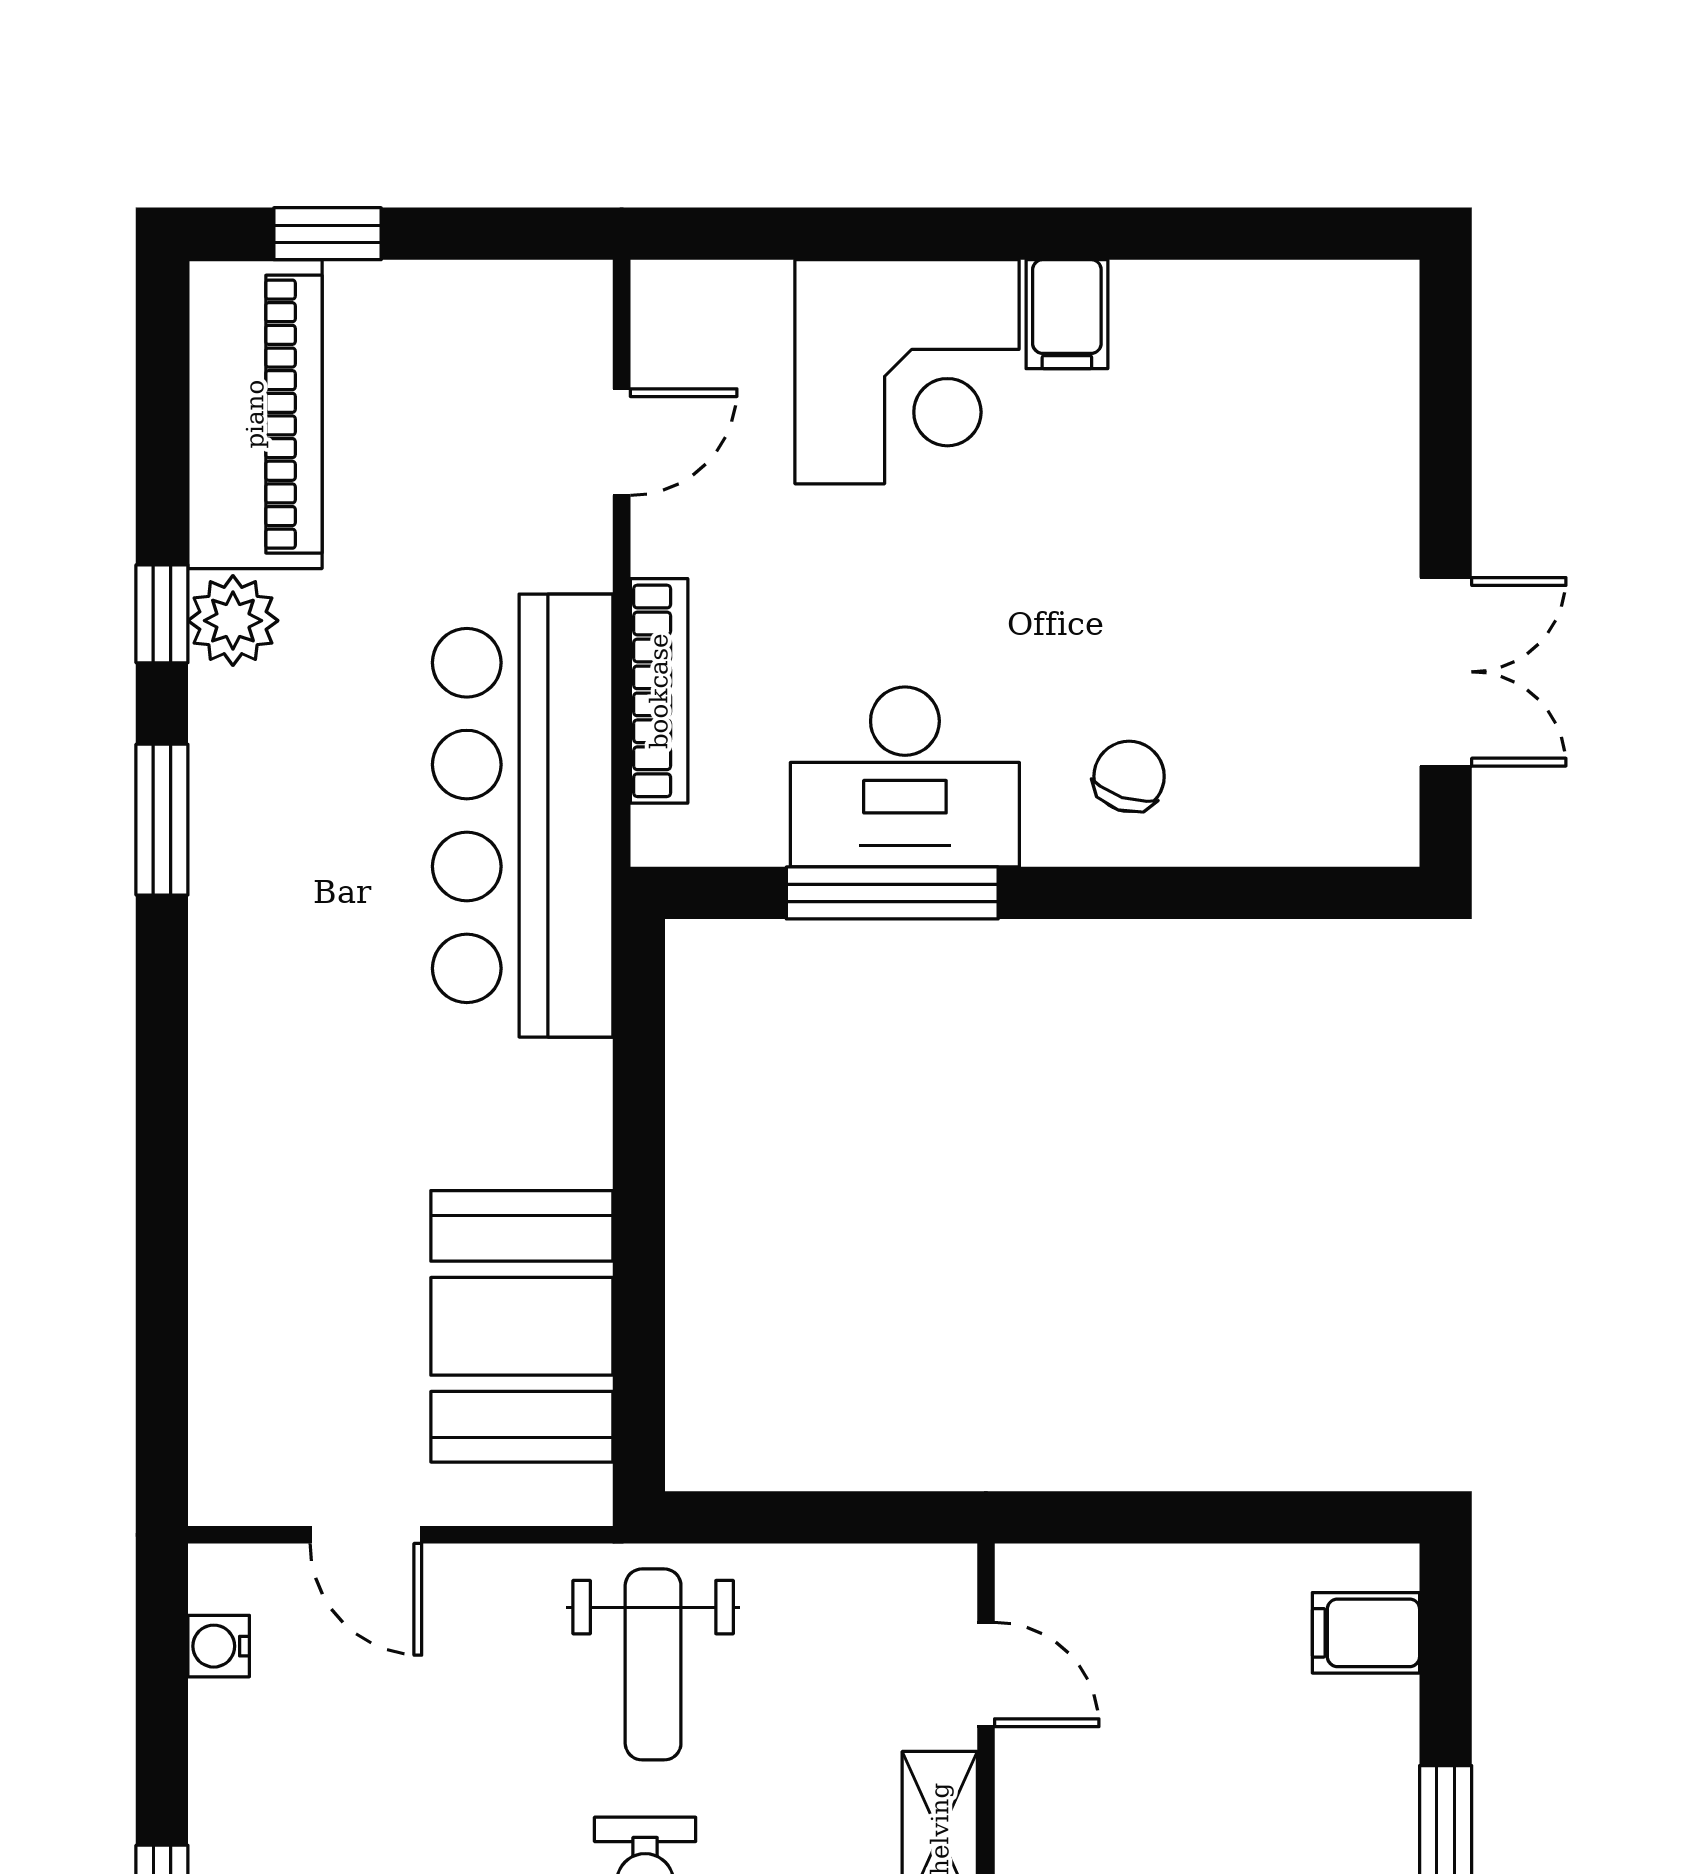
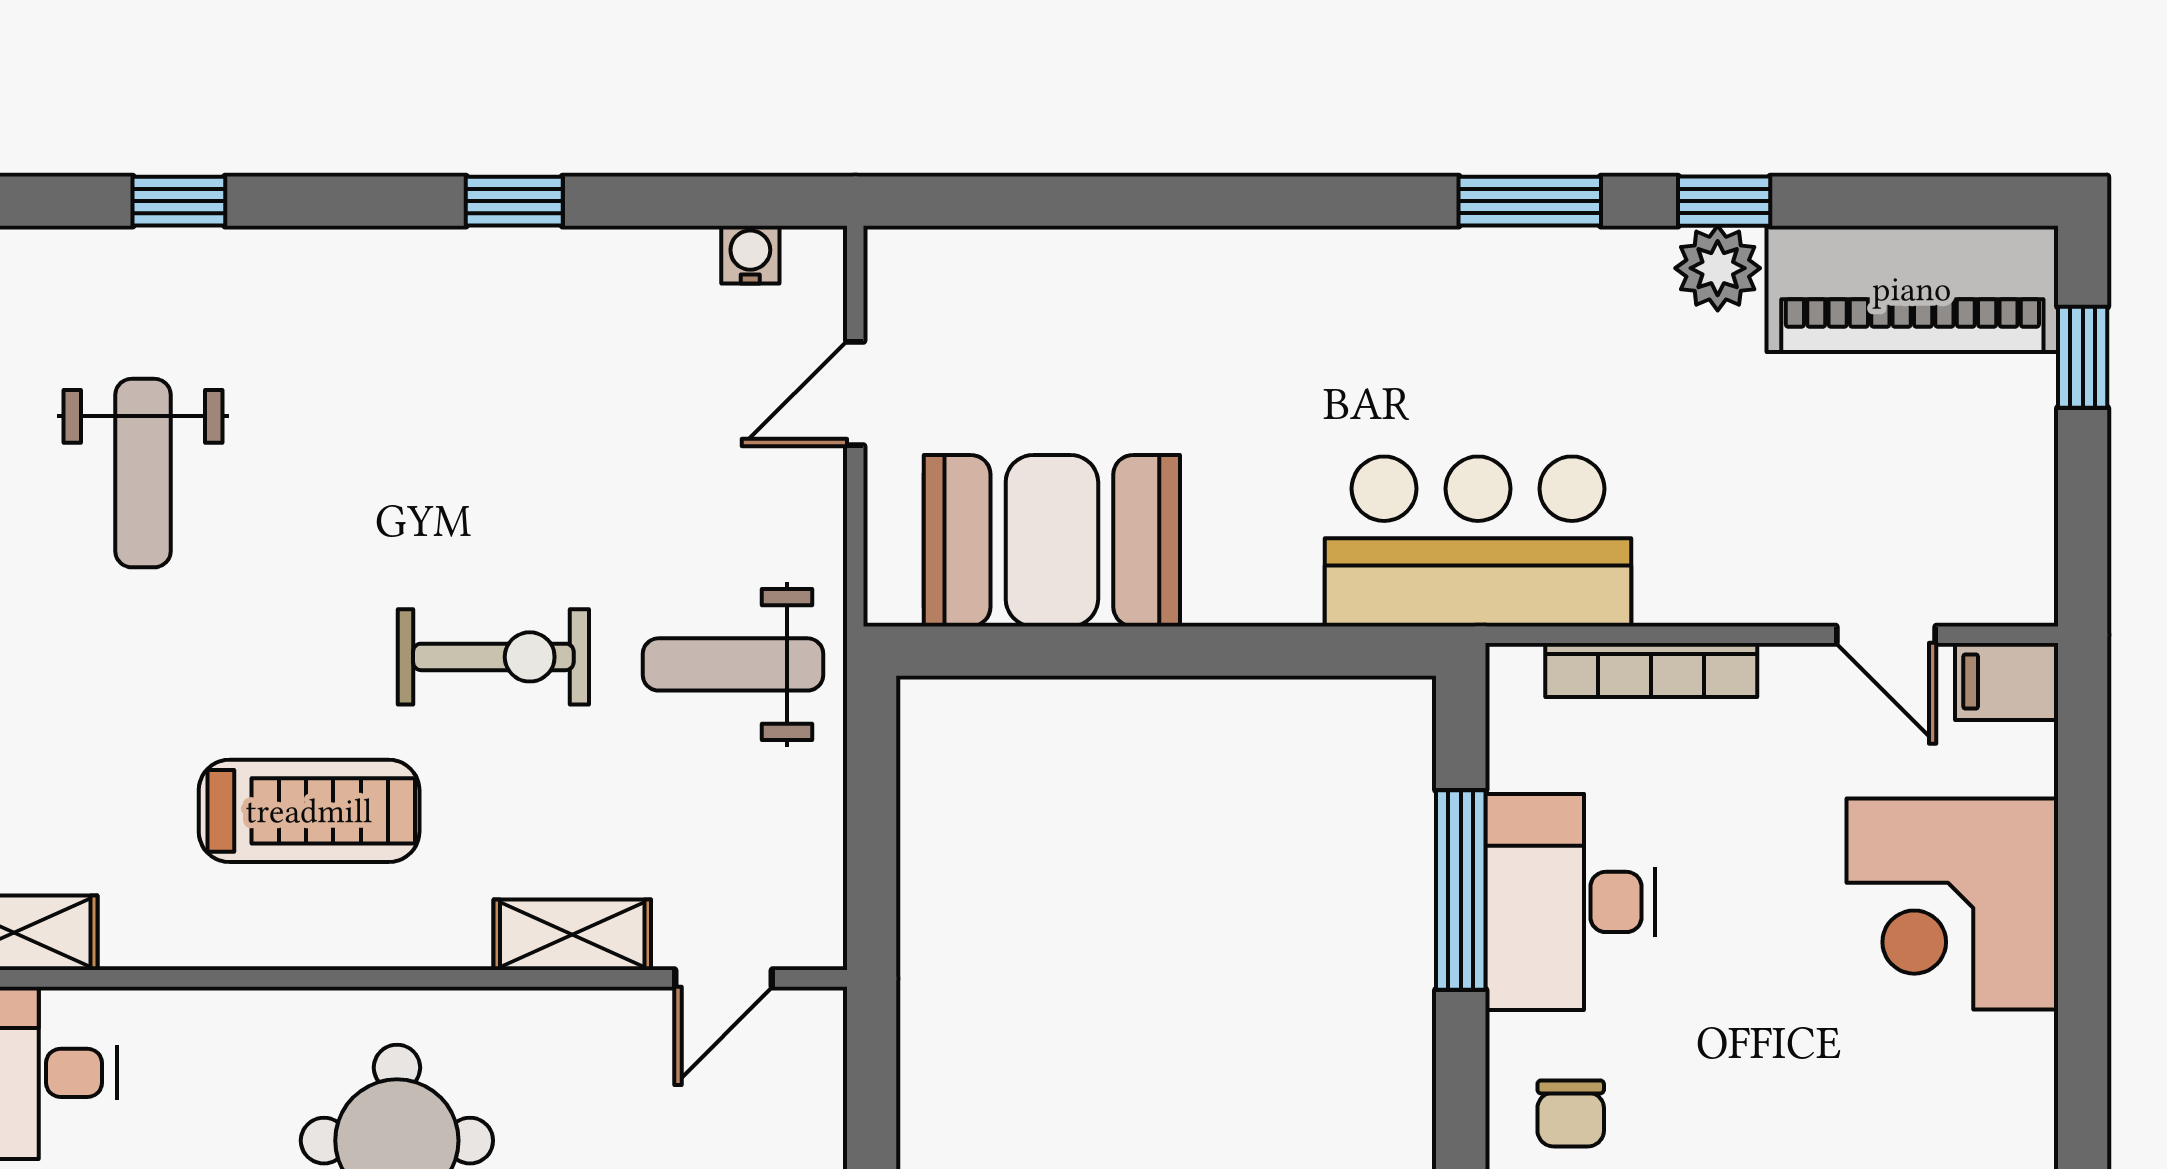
filing cabinet: (1067, 314) -> (2007, 682), moved
chair: (1129, 776) -> (1571, 1113), turned 72
bar counter: (523, 816) -> (1478, 541), width x0.73

